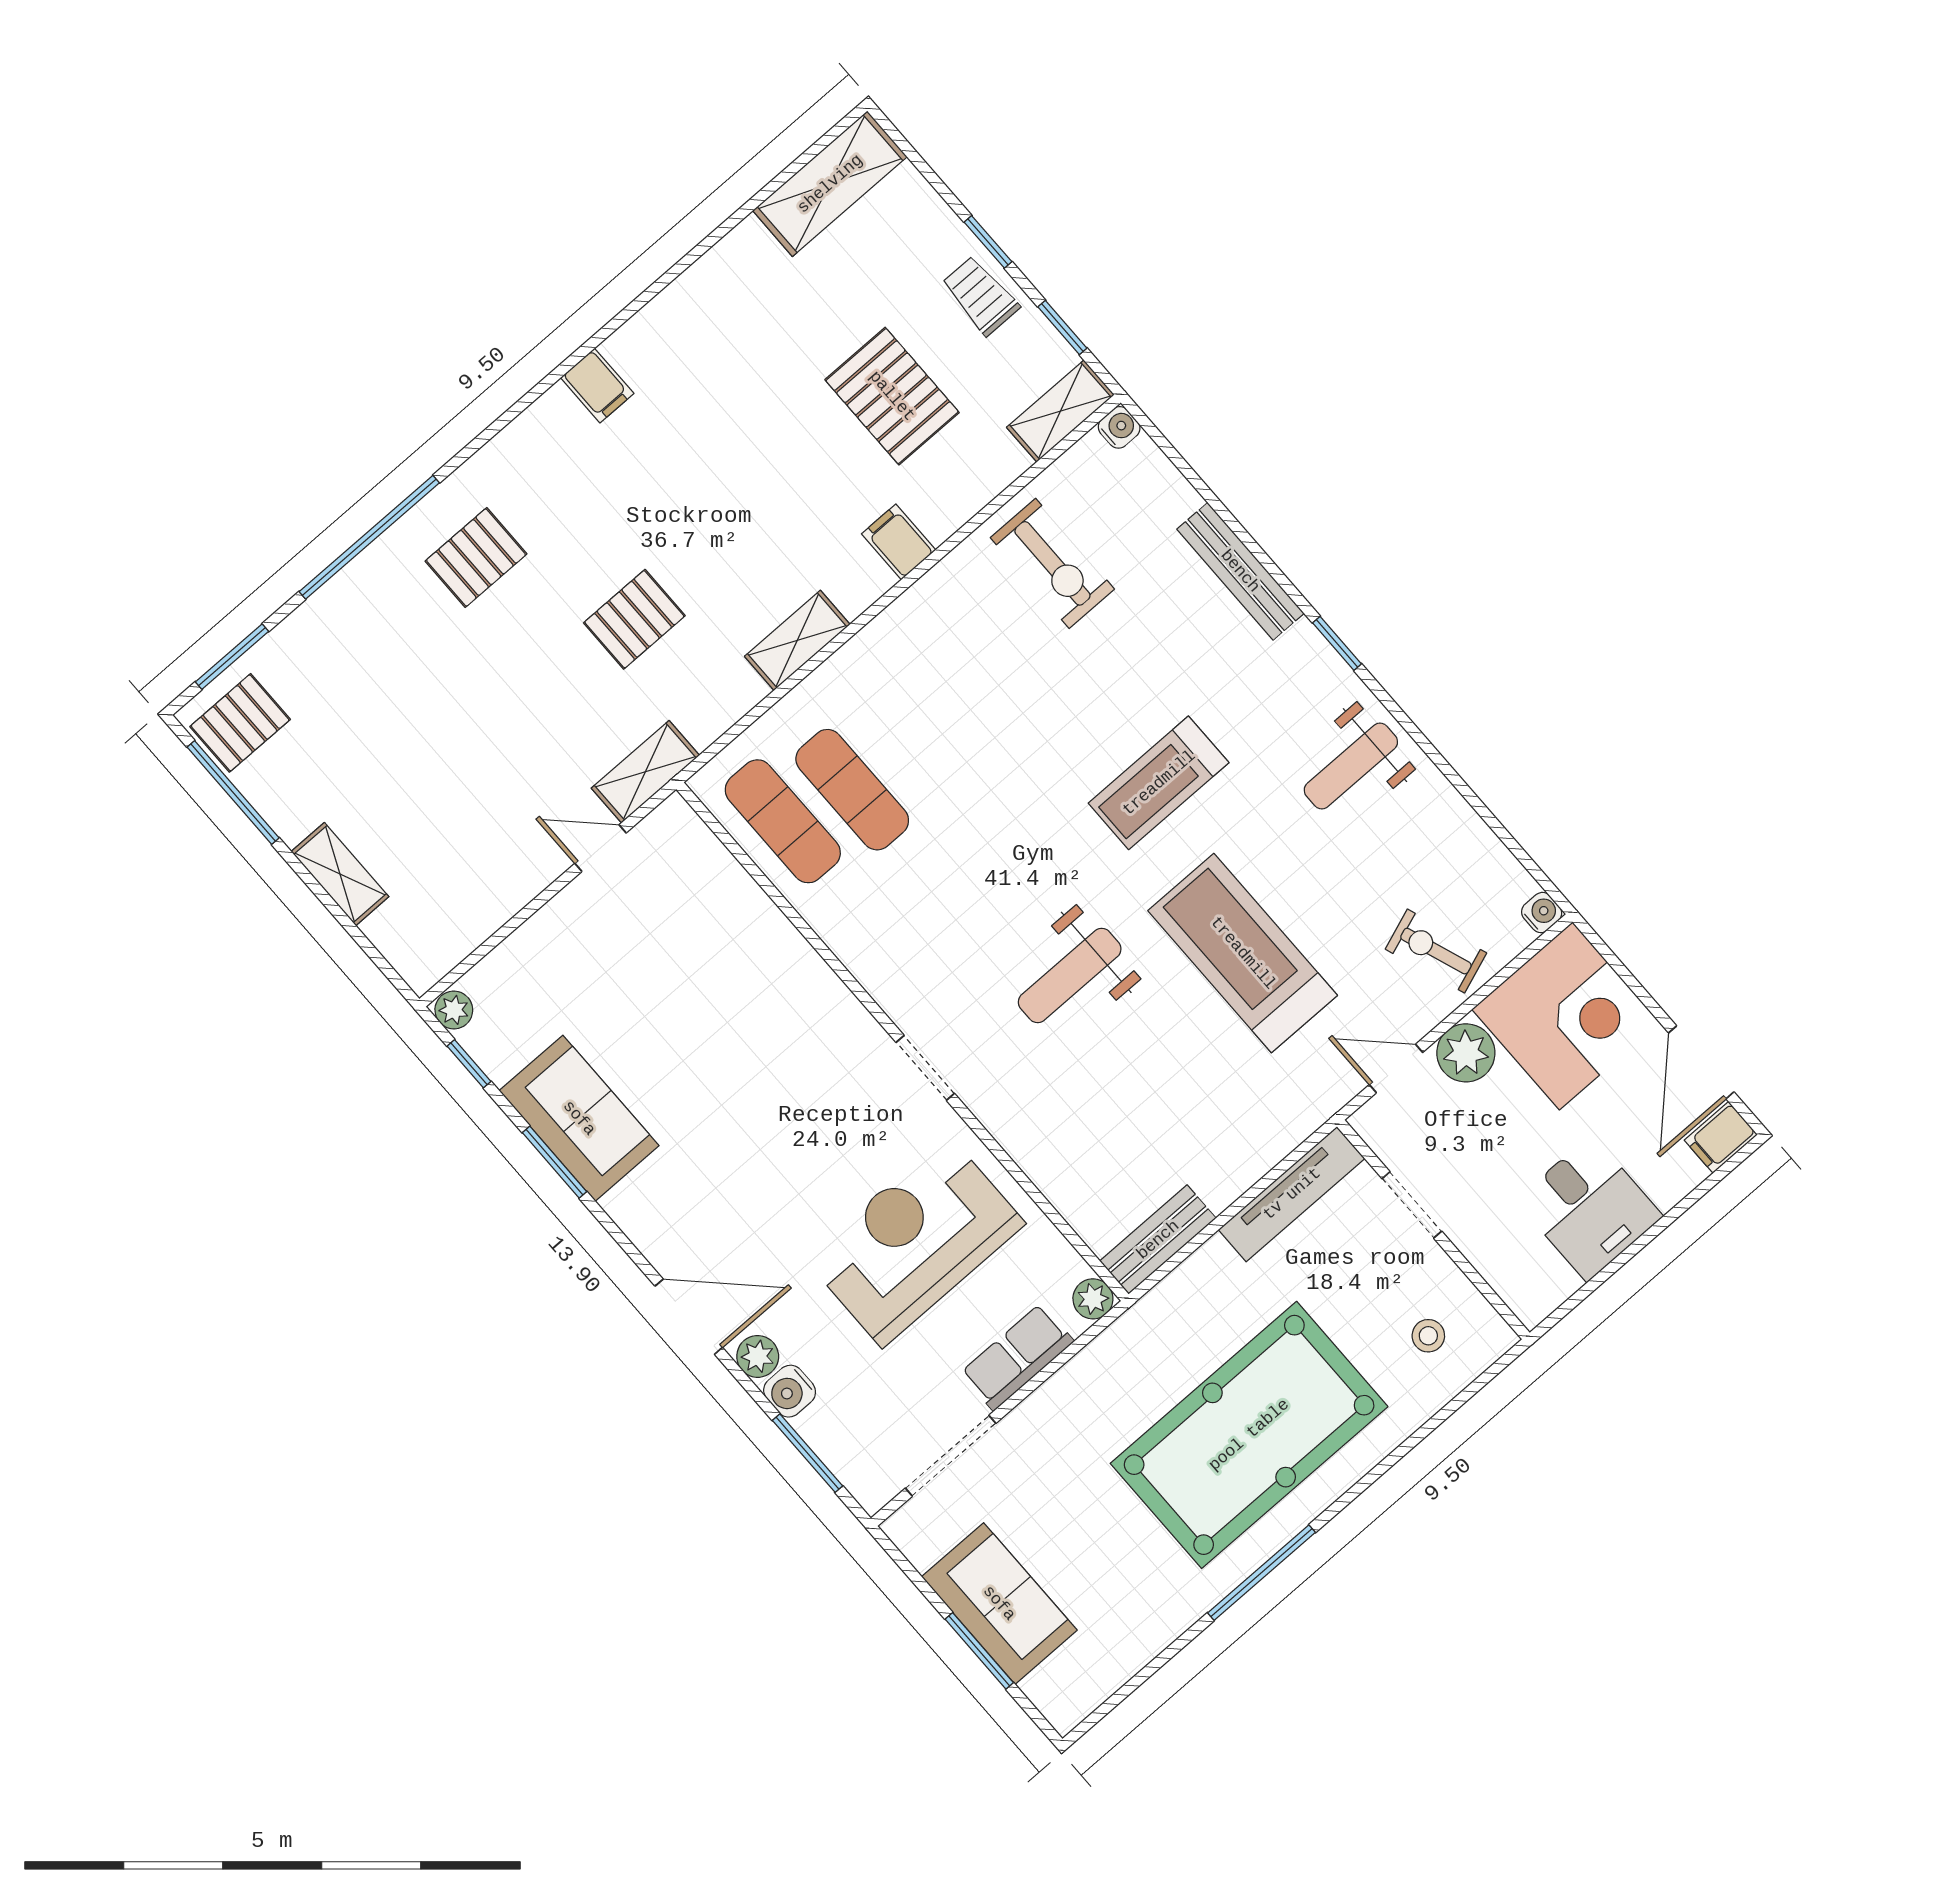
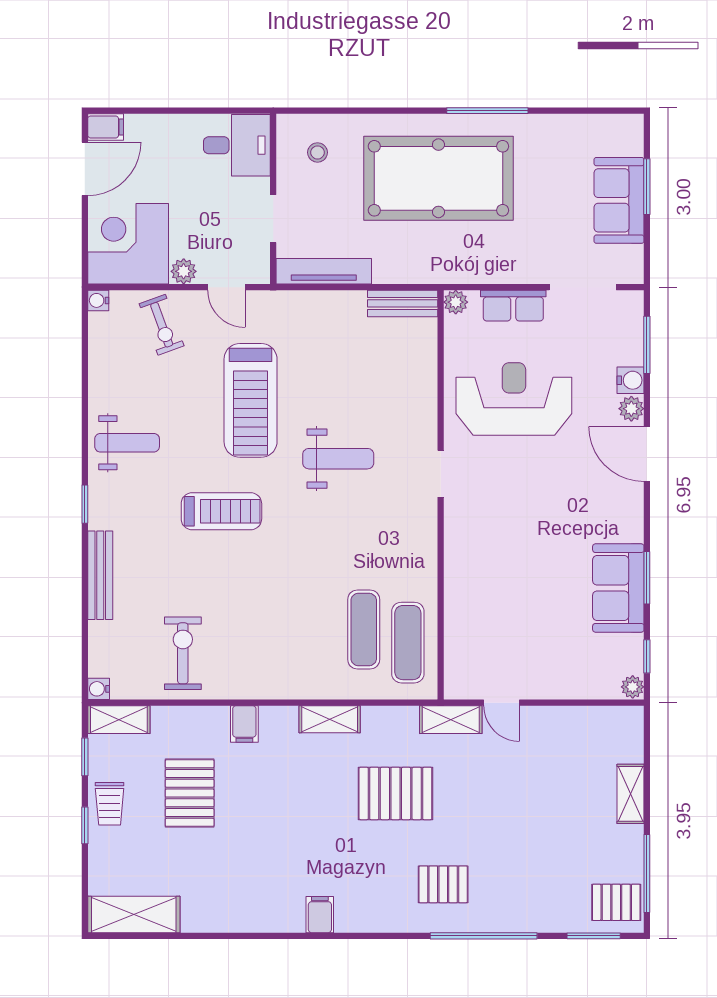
pallet: (634, 619) -> (395, 793), width x1.50, depth x1.42
plant: (1466, 1053) -> (184, 271), width x0.73, depth x0.73
desk: (1589, 1208) -> (237, 145), moved, turned 90
reception desk: (915, 1241) -> (514, 399), turned 180

